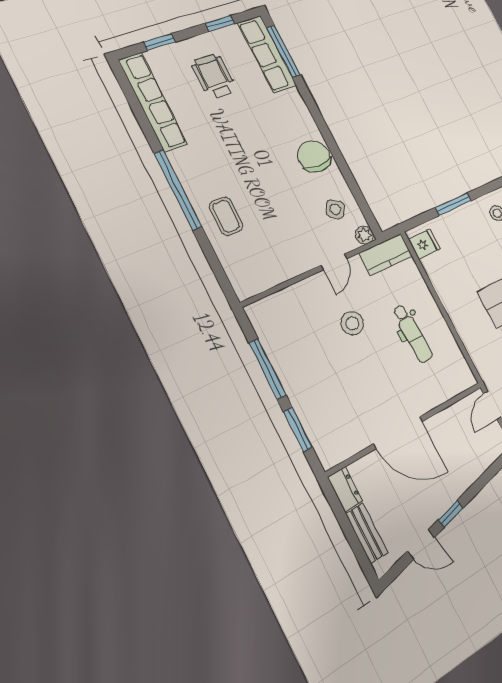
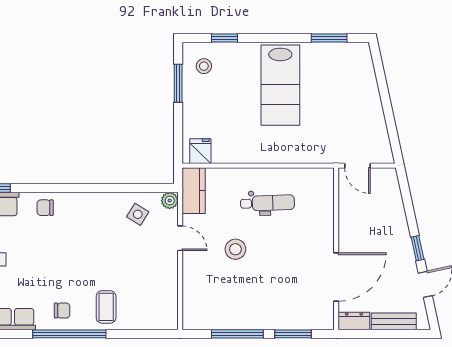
chair: (314, 156) -> (45, 208), moved, width x0.54, depth x0.54
chair: (199, 172) -> (62, 311), added
window: (453, 204) -> (178, 83), moved
coffee table: (226, 216) -> (106, 307), turned 90
door: (398, 433) -> (336, 277), moved

